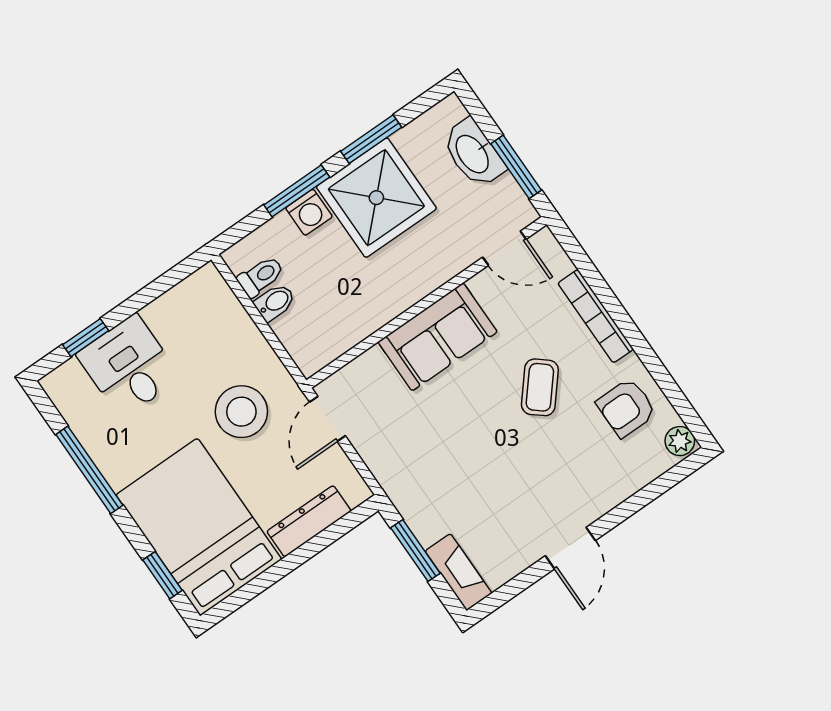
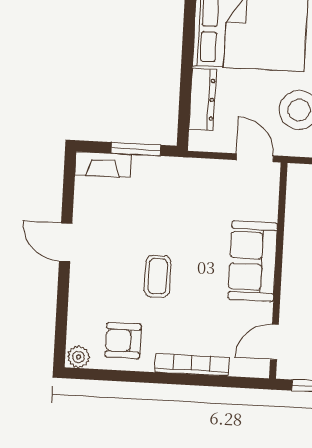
coffee table: (540, 387) -> (158, 276), moved, turned 50
armchair: (626, 408) -> (123, 341), turned -90

